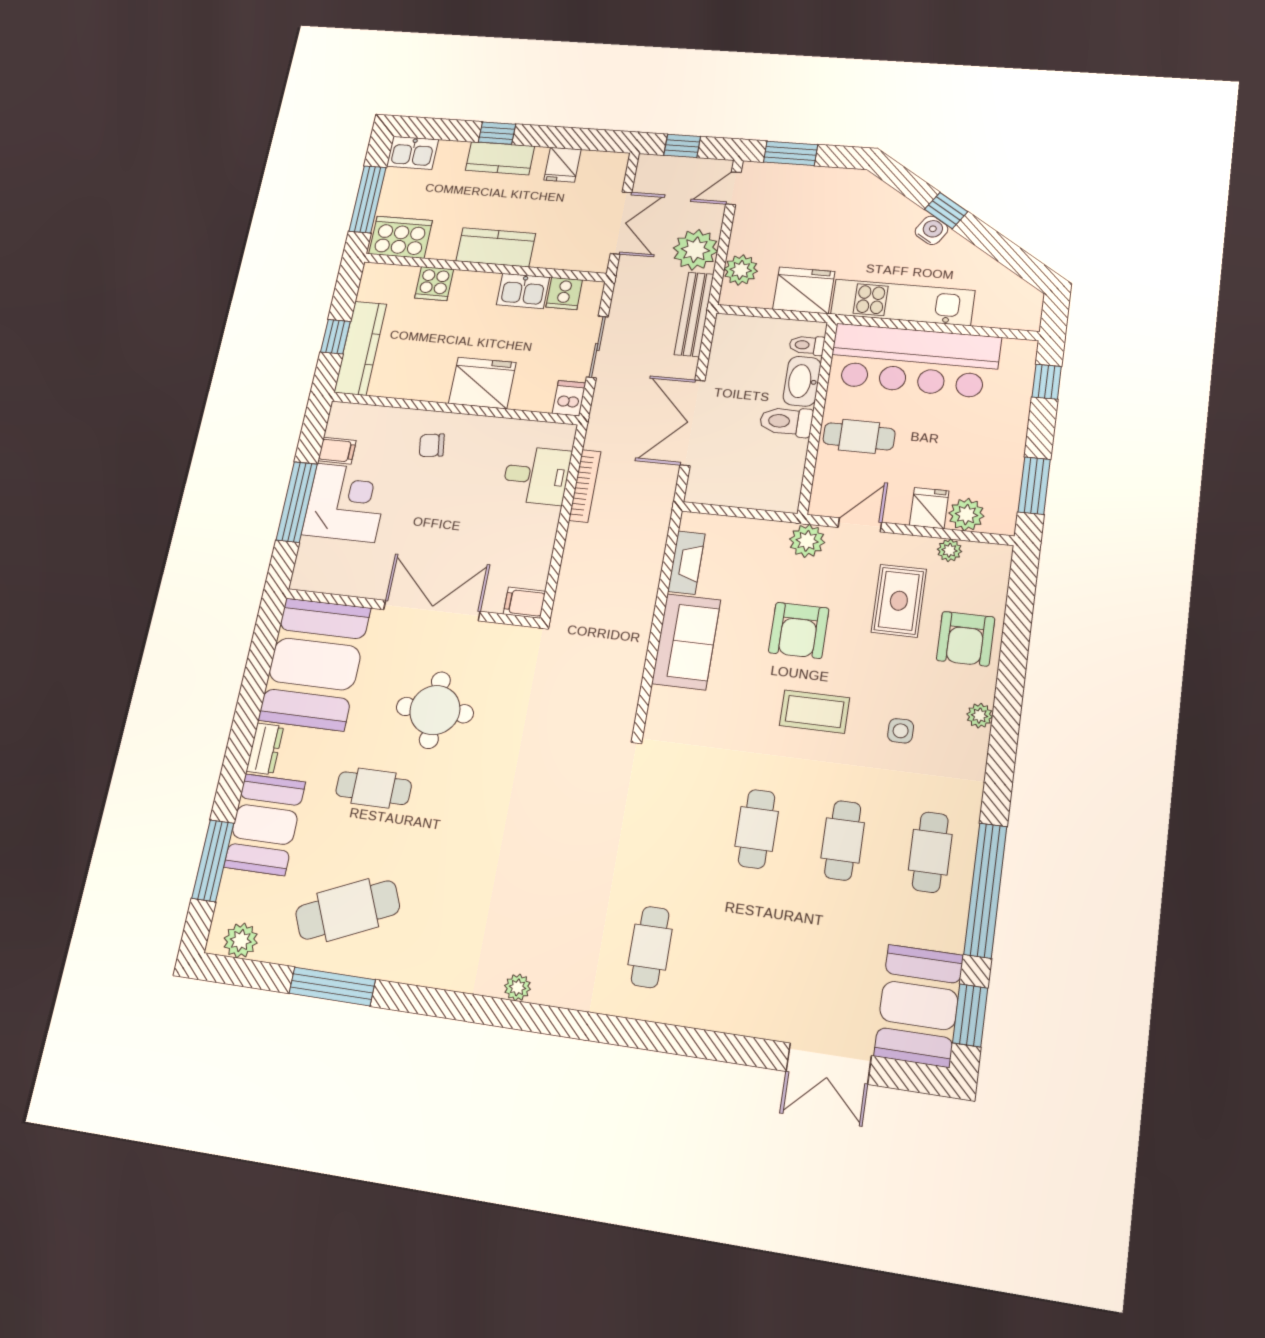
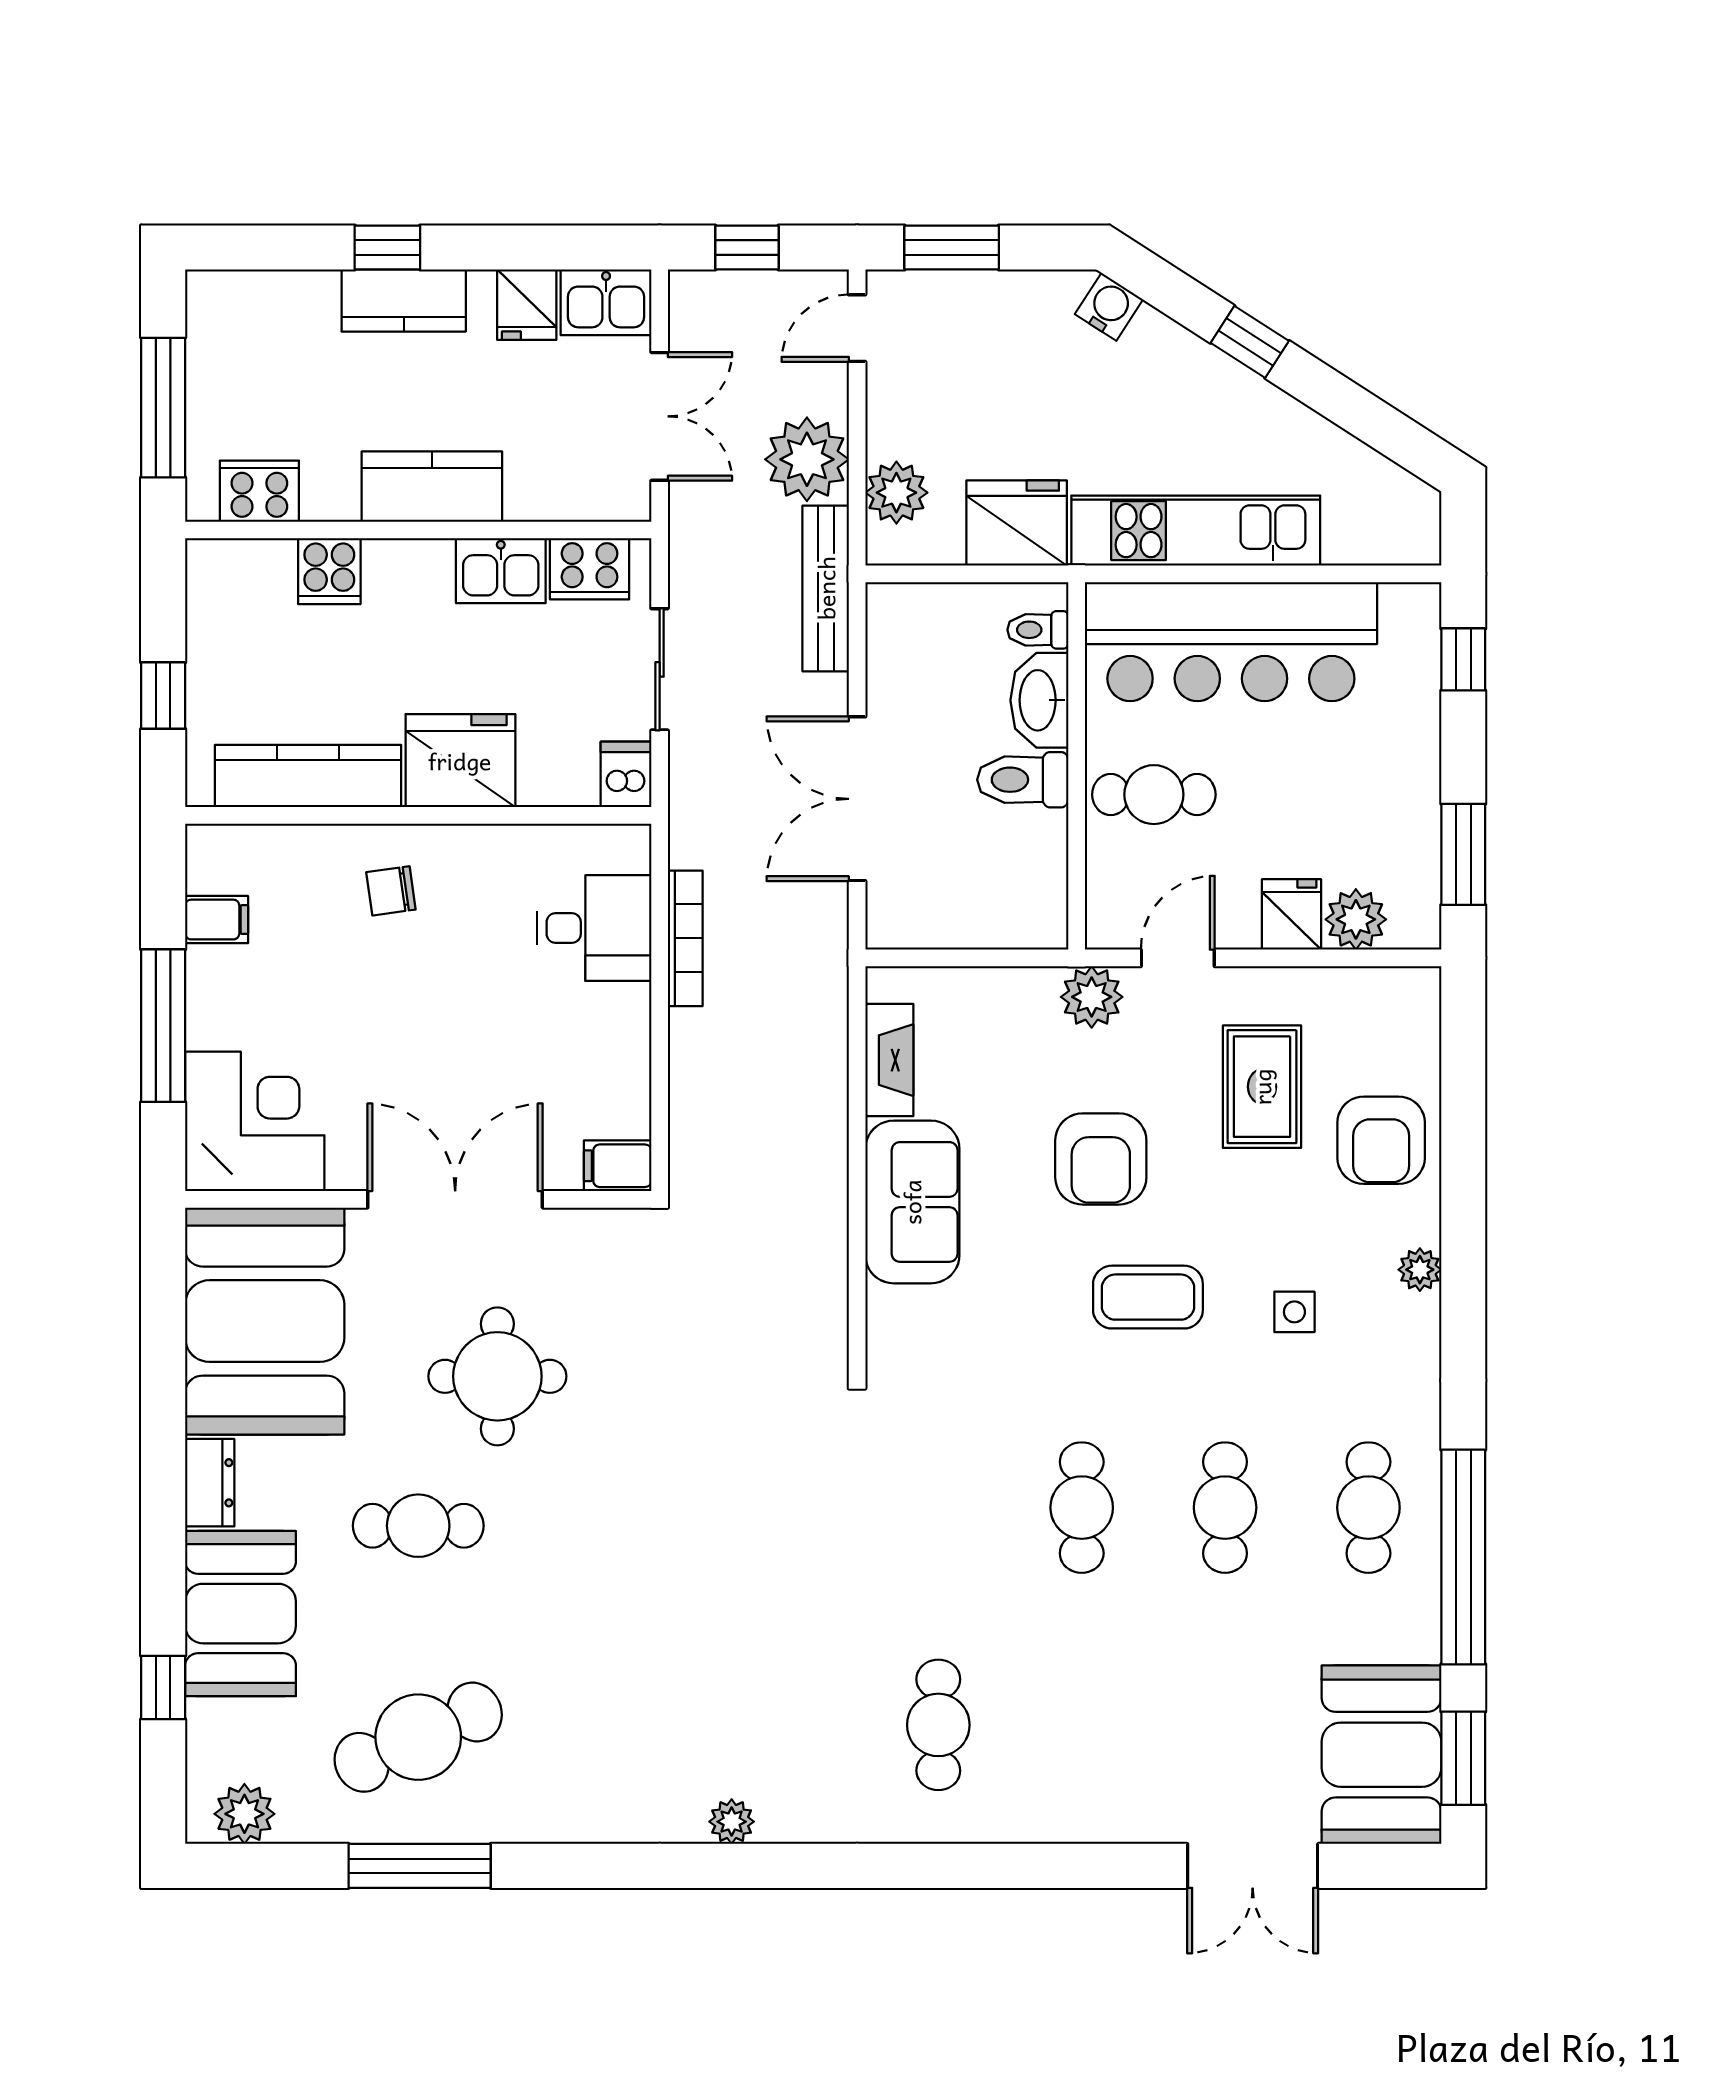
kitchen sink: (412, 153) -> (606, 302), moved
water cooler: (931, 230) -> (1109, 307), moved
cooker: (400, 237) -> (259, 491), width x0.73, depth x0.76
cooker: (564, 293) -> (590, 569), width x1.36
kitchen counter: (360, 348) -> (308, 776), moved, turned -90
corner desk: (346, 503) -> (255, 1121), moved
plant: (949, 550) -> (1335, 987), removed
window: (213, 861) -> (163, 1688), width x0.46

